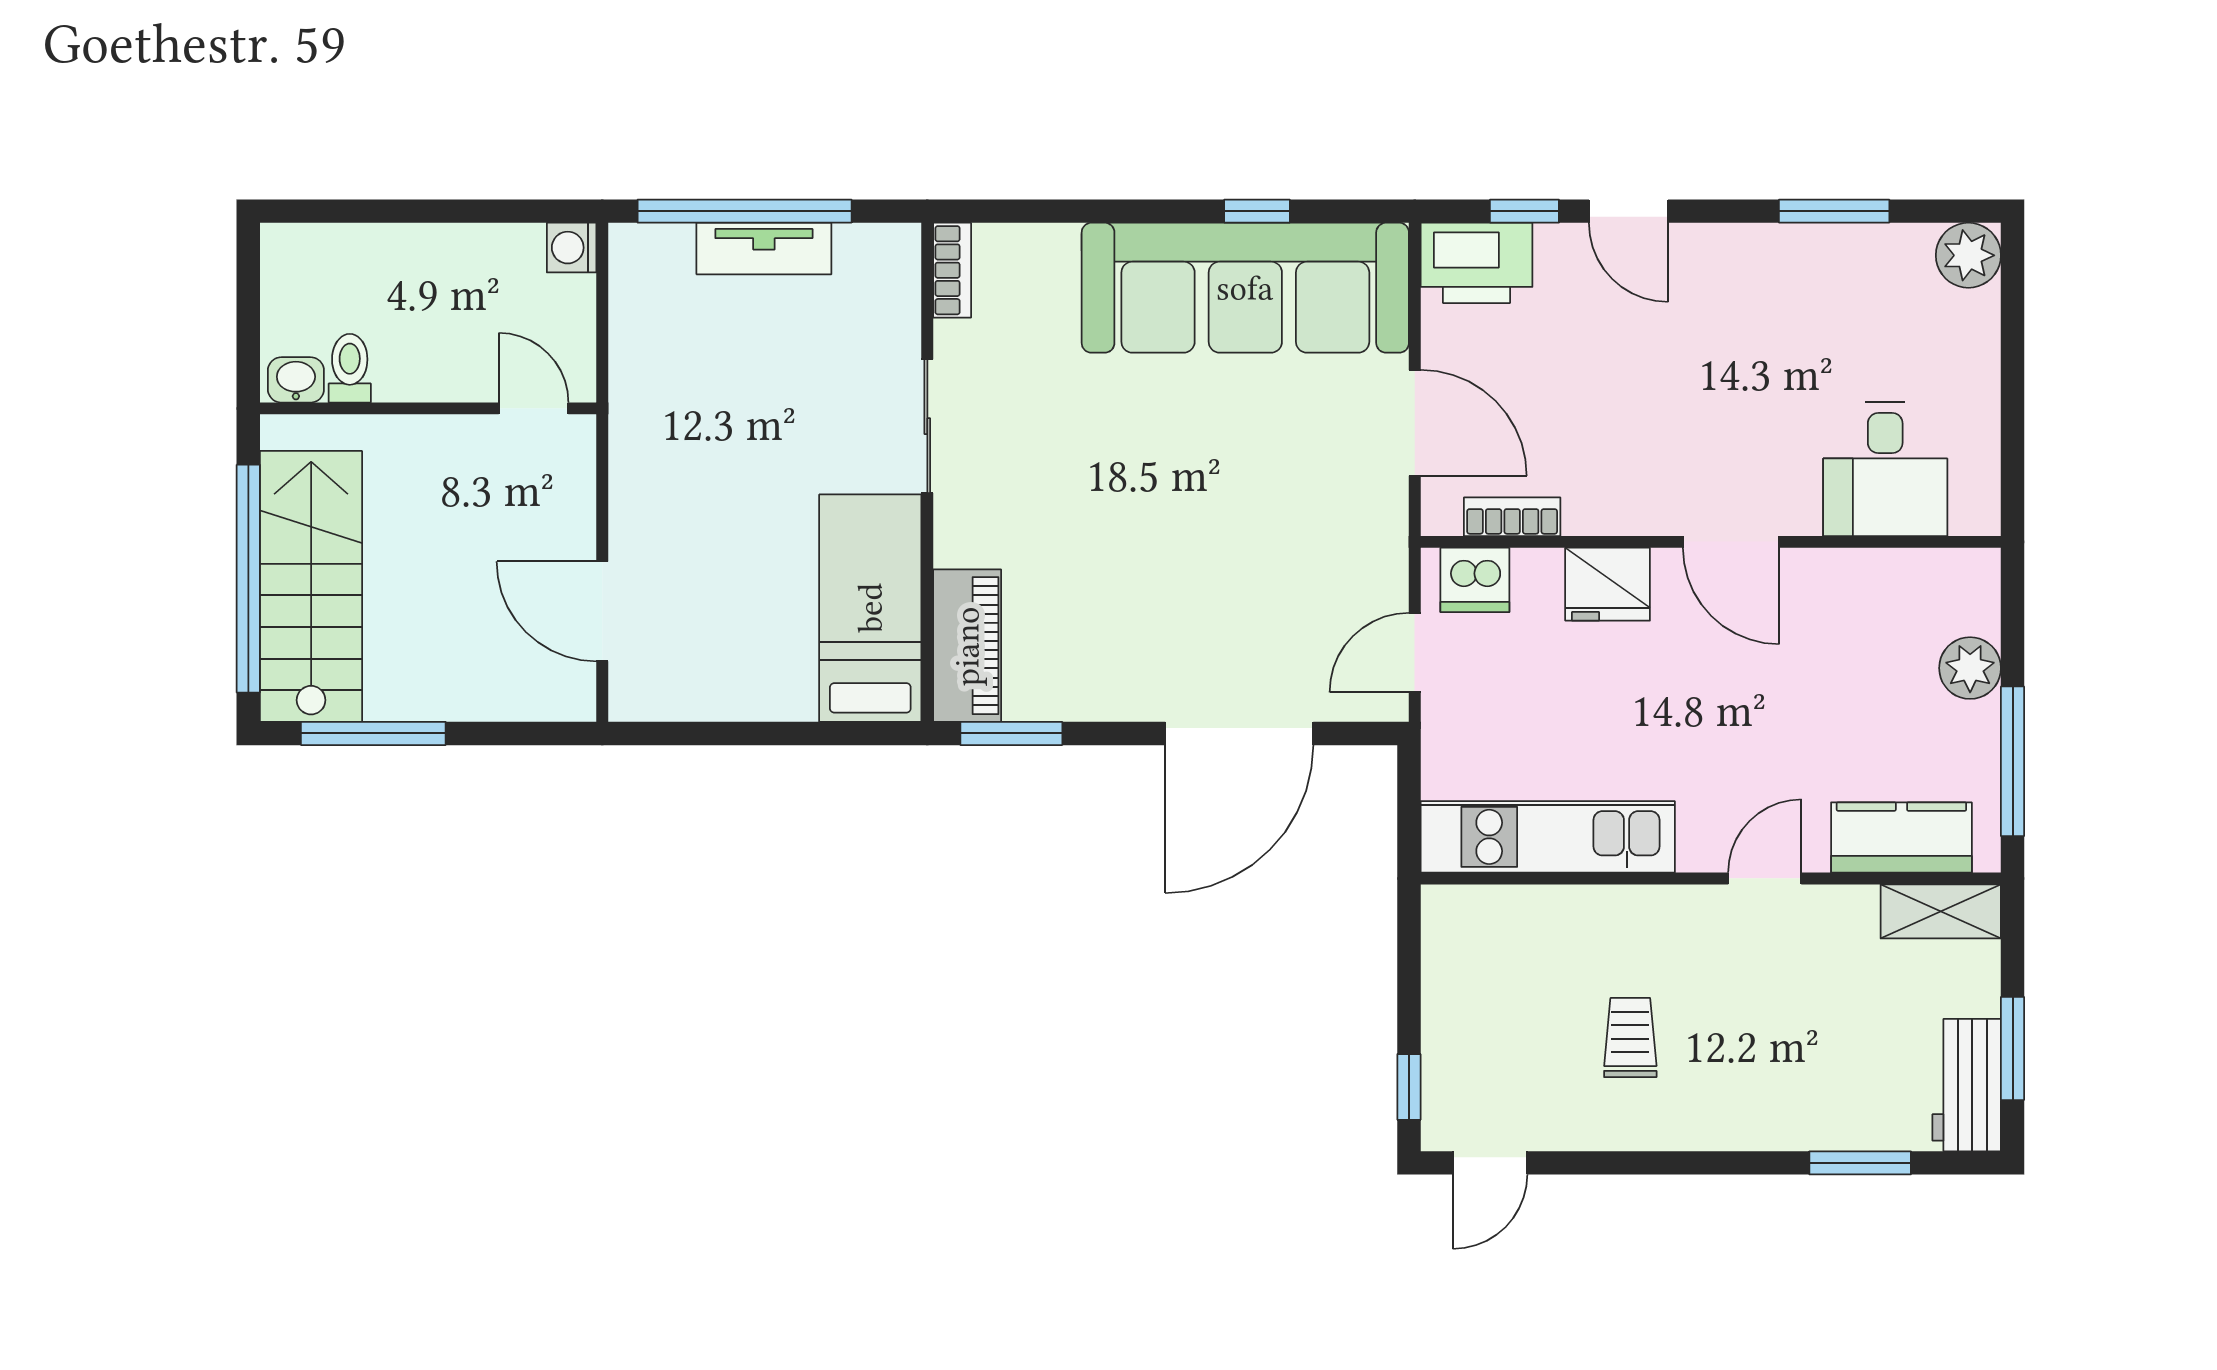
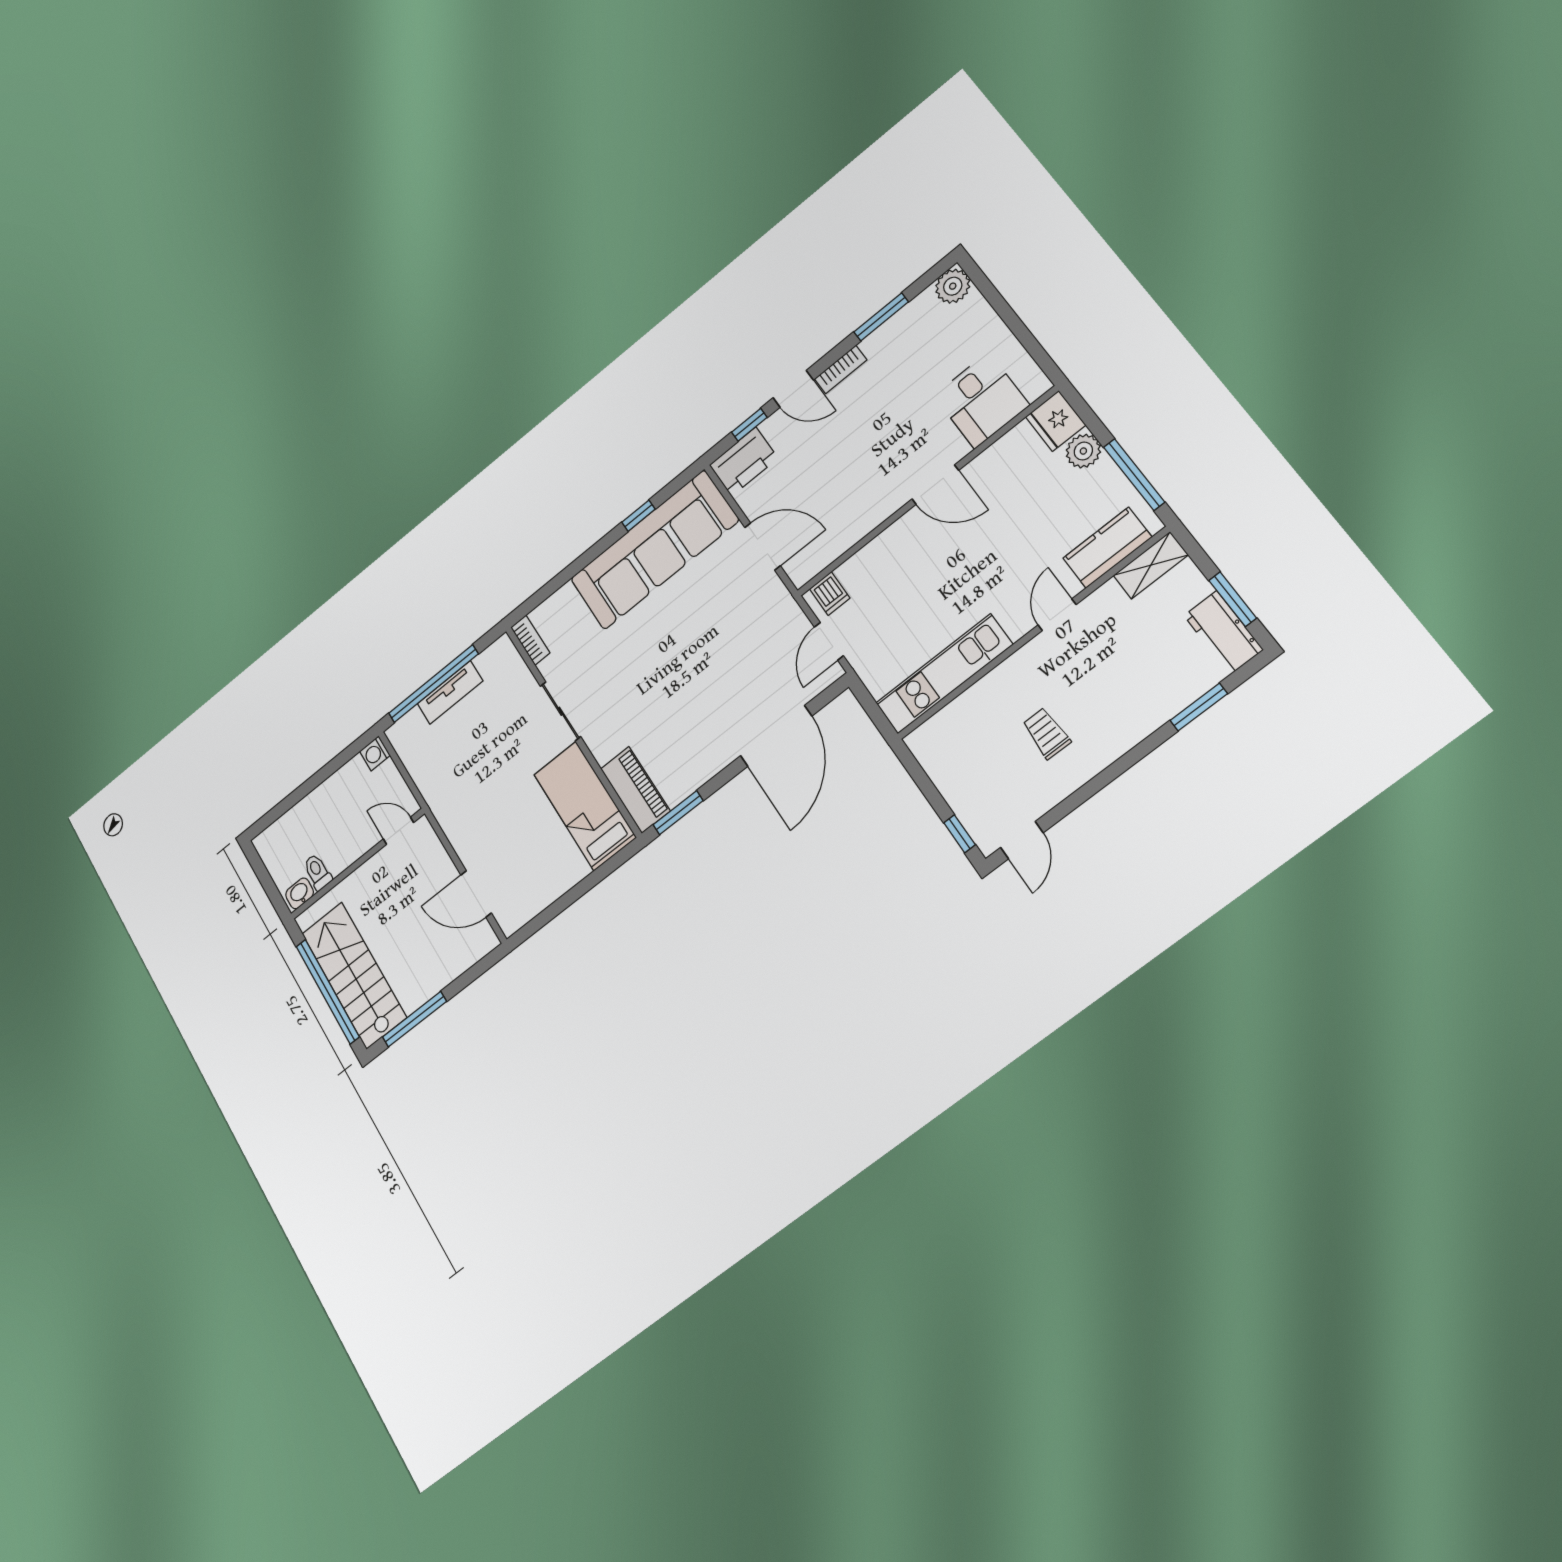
bookcase: (1512, 517) -> (841, 369), moved, turned 180
dishwasher: (1475, 580) -> (830, 593), width x0.73
fridge: (1608, 584) -> (1056, 421), moved, turned 90

